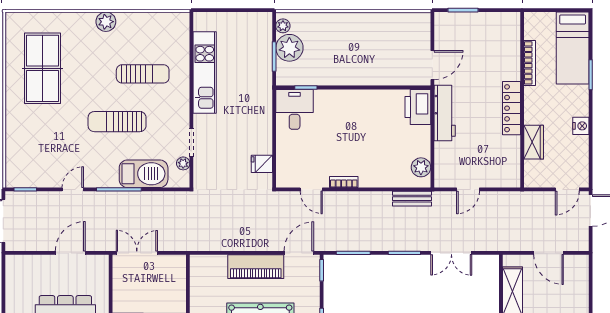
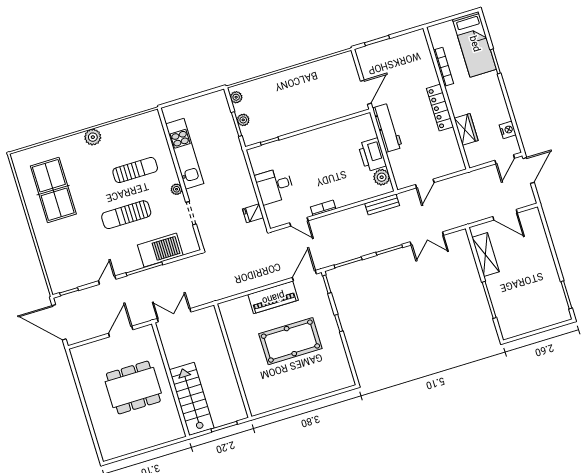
plant: (289, 48) -> (243, 120), width x0.53, depth x0.53
printer: (418, 107) -> (372, 155), moved
desk: (295, 109) -> (274, 186), moved, turned -90
nightstand: (581, 126) -> (508, 130), moved
plant: (183, 163) -> (177, 189), moved

